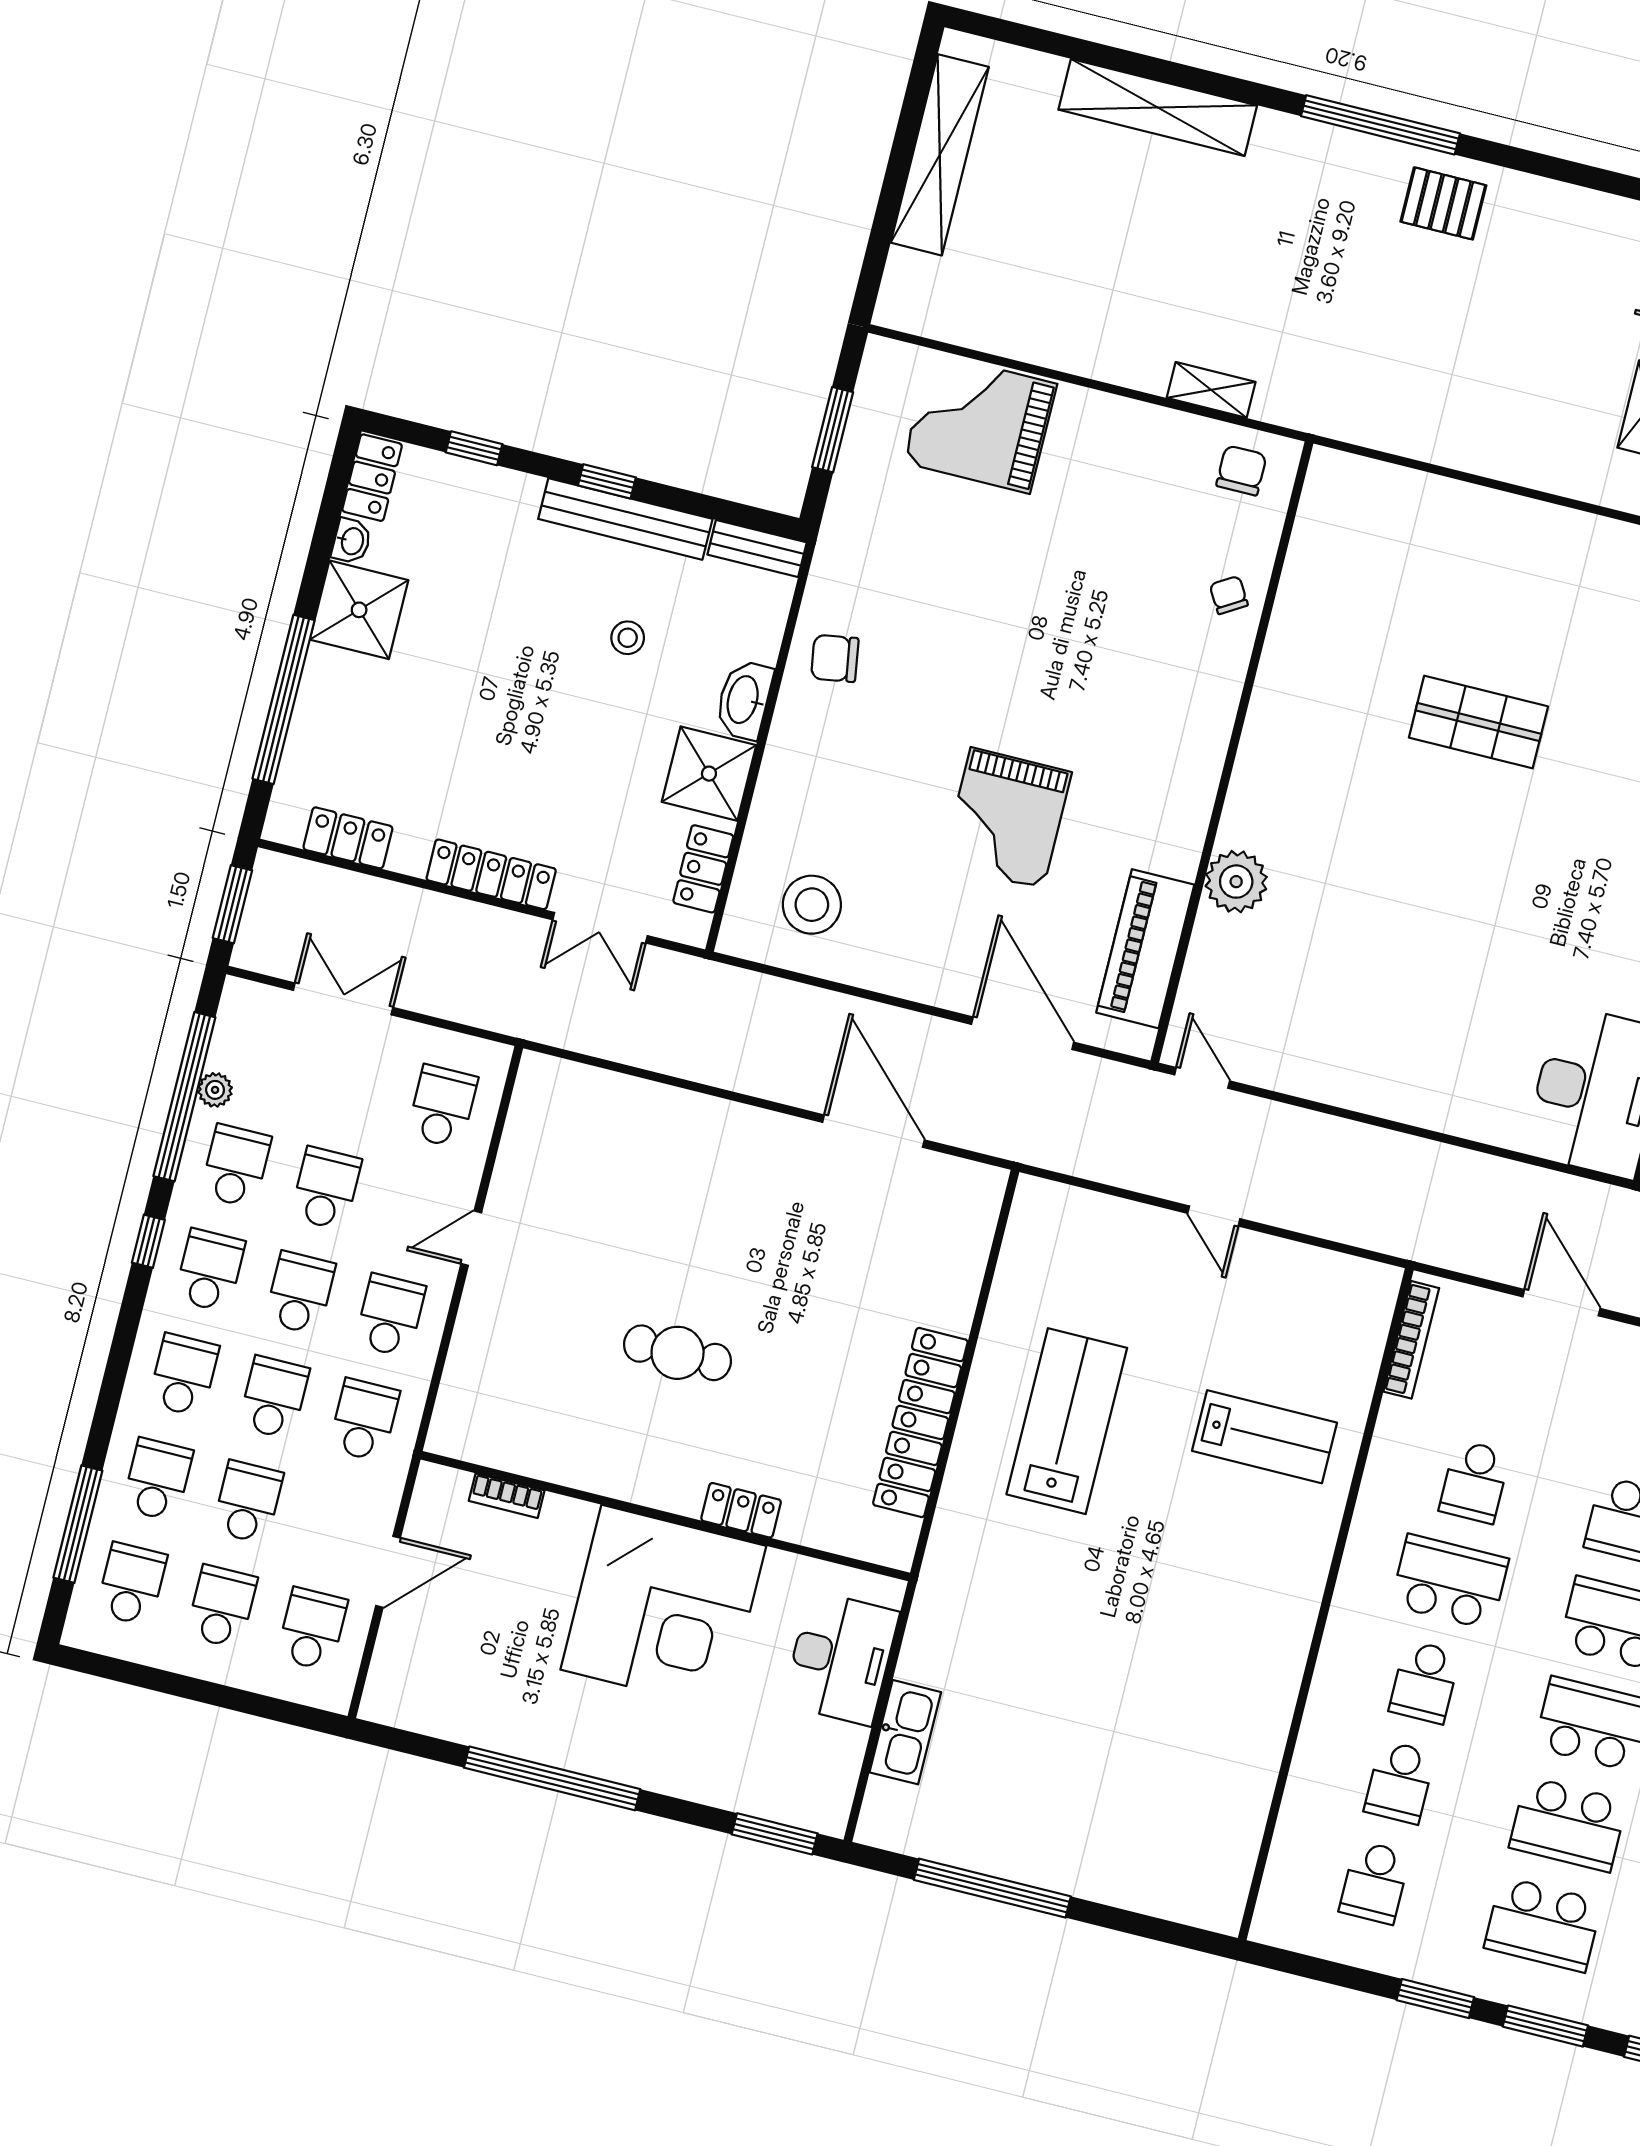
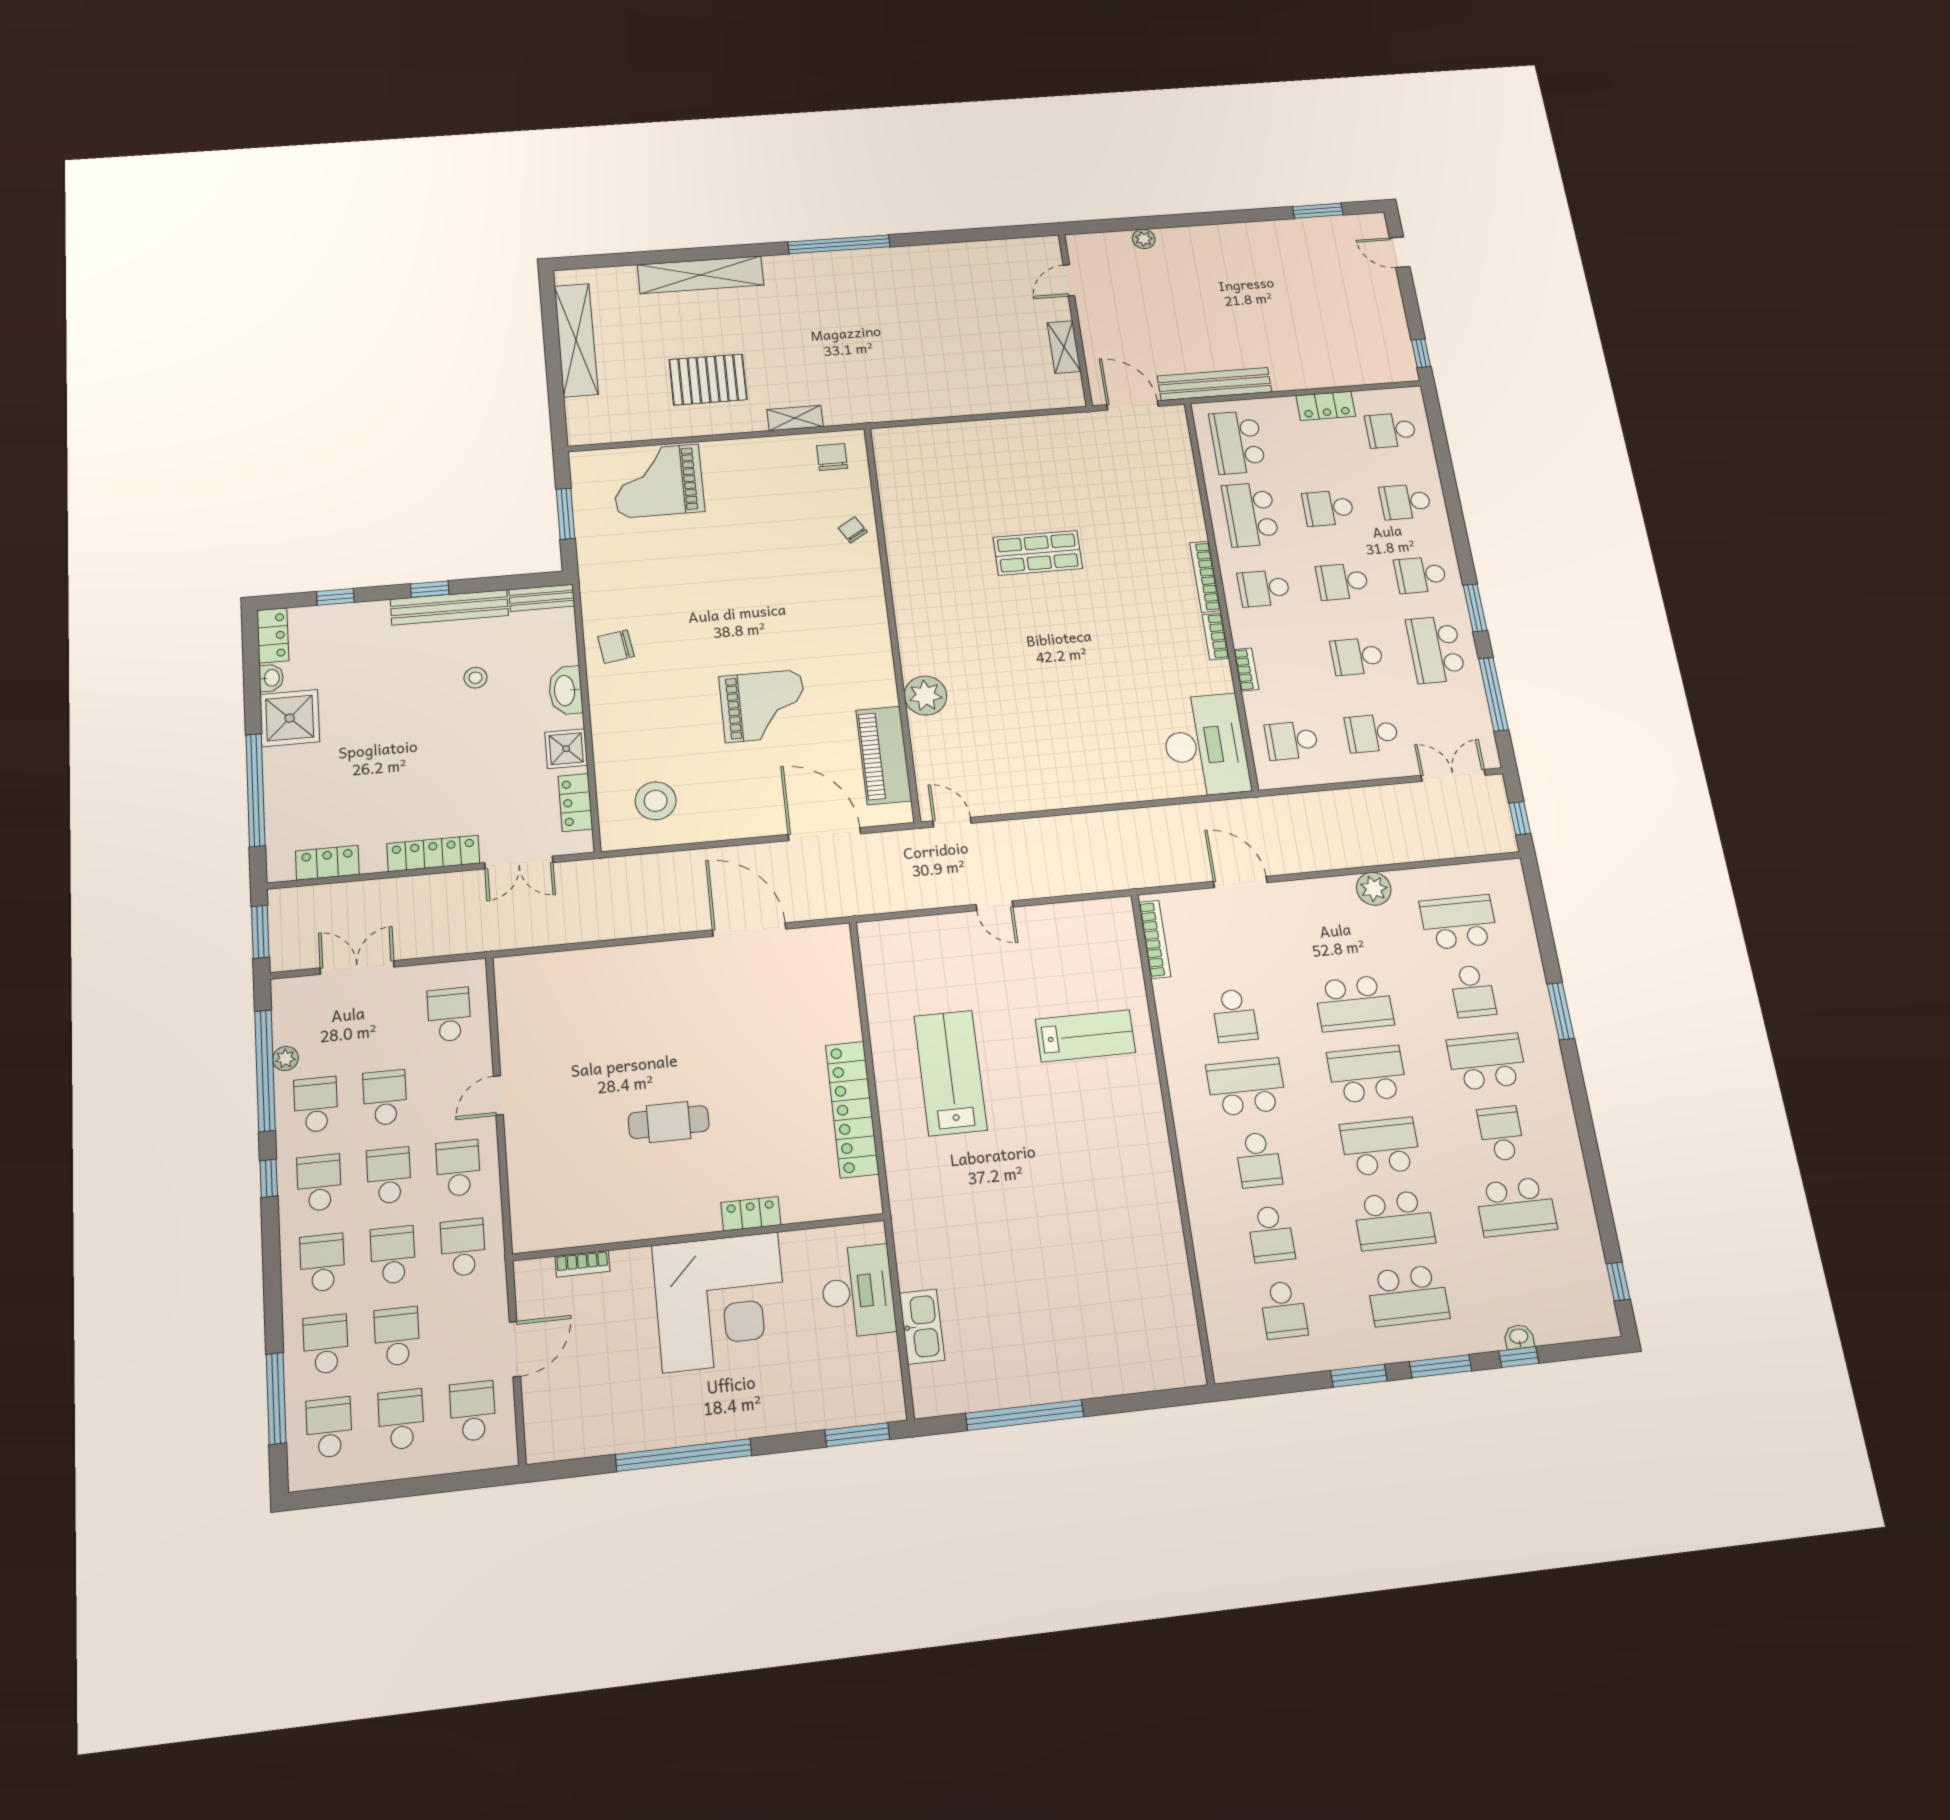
pallet: (1443, 203) -> (708, 380), moved, width x1.50, depth x1.42
shower: (709, 774) -> (566, 749), width x0.73, depth x0.73
grand piano: (1007, 818) -> (763, 706), turned -90

